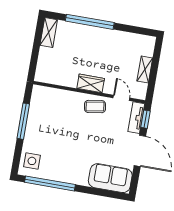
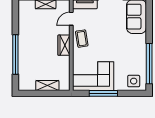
shelving: (49, 33) -> (47, 86), moved
corner sofa: (47, 112) -> (93, 76), added

